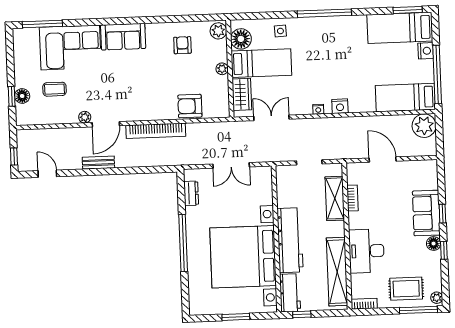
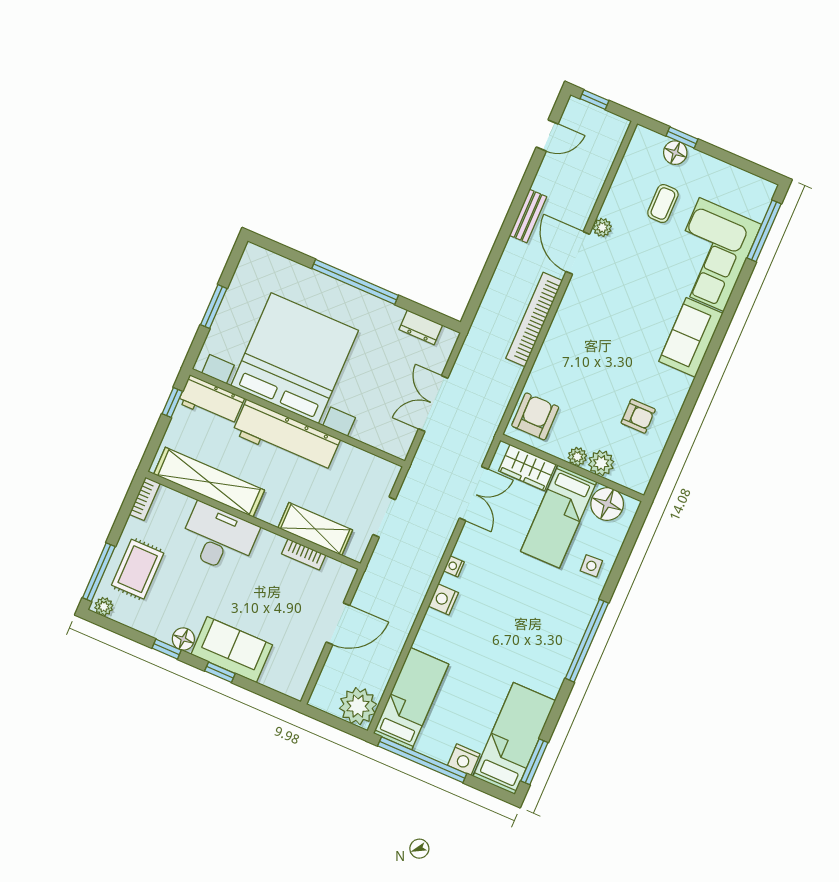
plant: (218, 31) -> (601, 463), moved
armchair: (190, 106) -> (535, 416), moved

